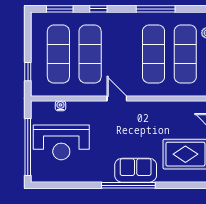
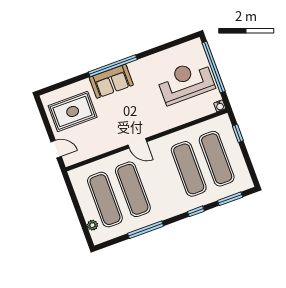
door: (117, 98) -> (137, 143), moved
water cooler: (60, 106) -> (220, 106), moved

